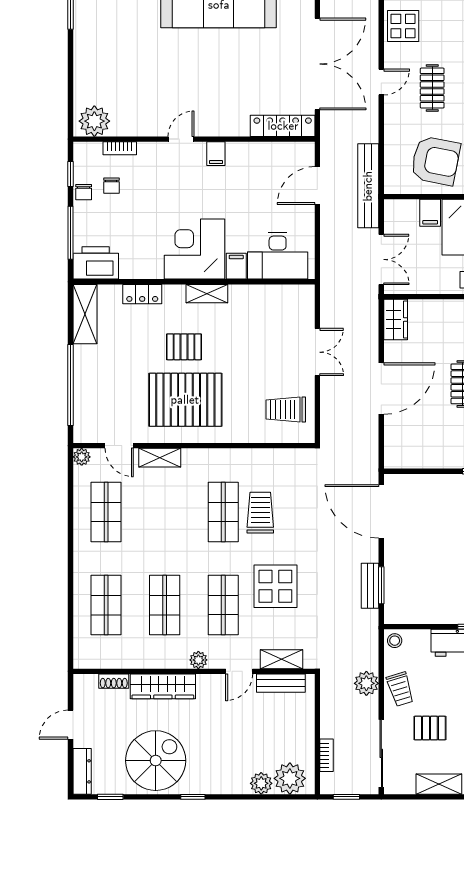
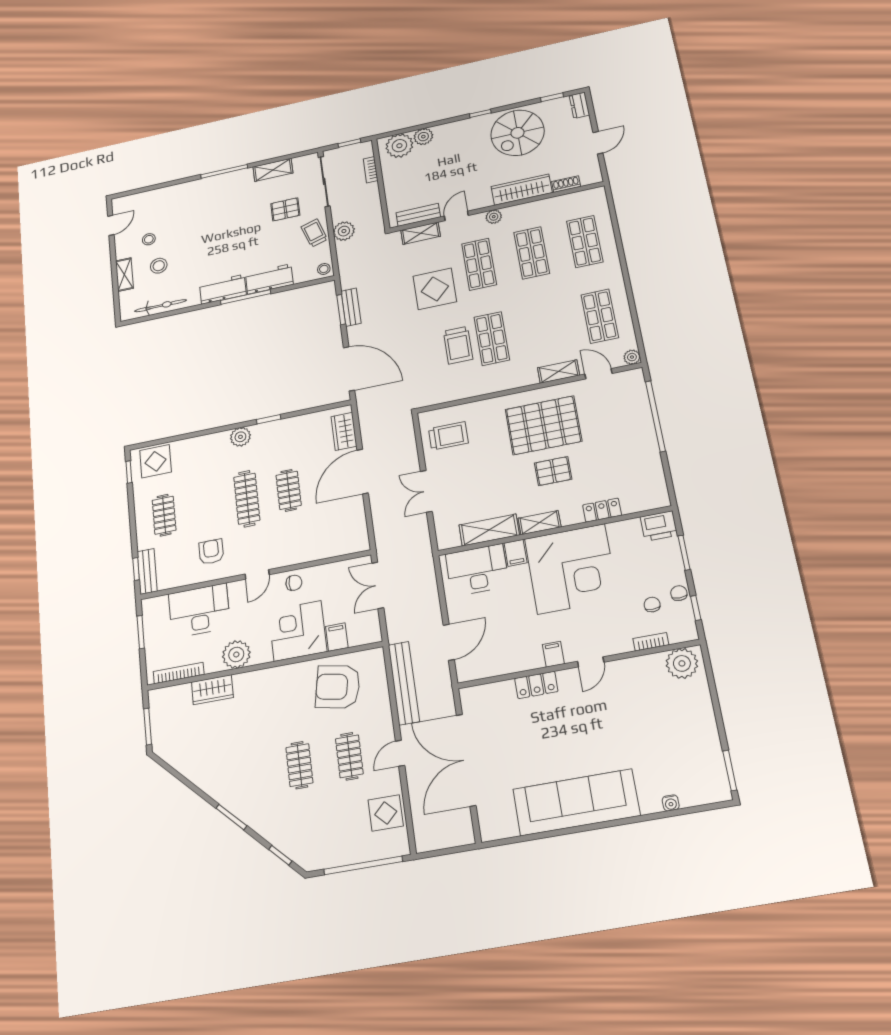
locker: (283, 126) -> (536, 685), moved, width x0.66
bench: (368, 186) -> (404, 683), moved
window: (70, 233) -> (684, 553), width x0.69
corner desk: (195, 249) -> (571, 569), width x1.36, depth x1.36
printer: (96, 263) -> (659, 526), width x0.73, depth x0.84
shelving: (85, 314) -> (489, 530), moved, turned 90
wardrobe: (396, 320) -> (344, 431), moved
dresser: (82, 771) -> (579, 105), width x0.70

